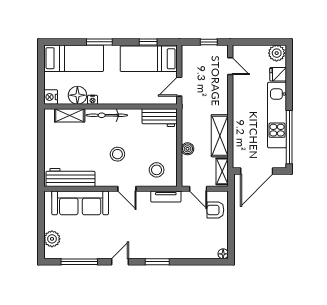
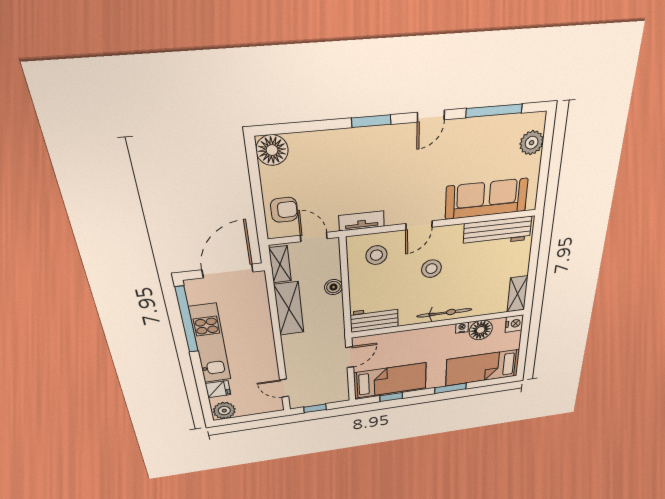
shelving: (70, 115) -> (517, 294), moved, turned 90
door: (127, 189) -> (419, 225), swing flipped
floor lamp: (223, 254) -> (272, 150), width x1.89, depth x1.89

